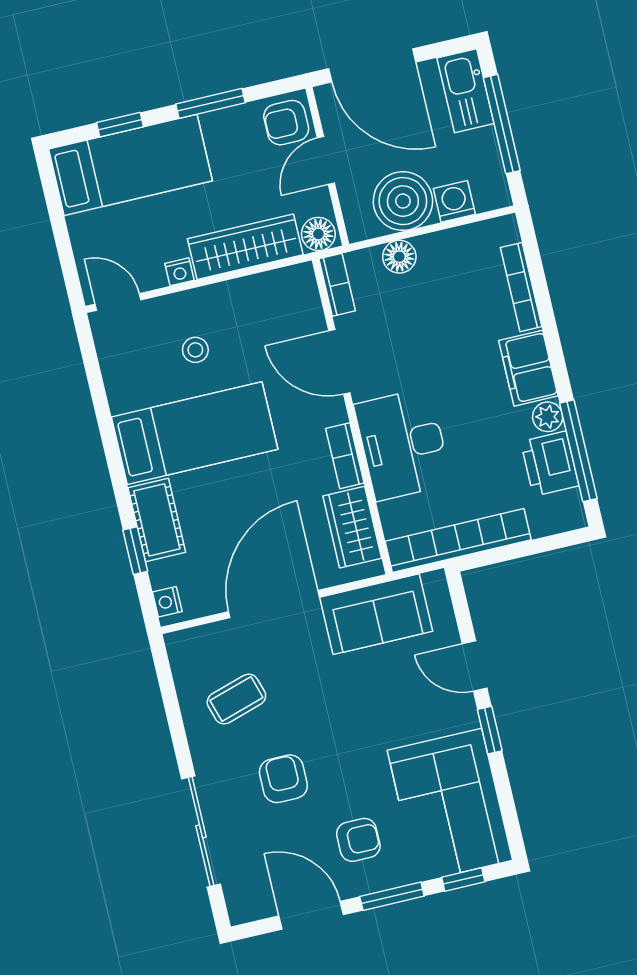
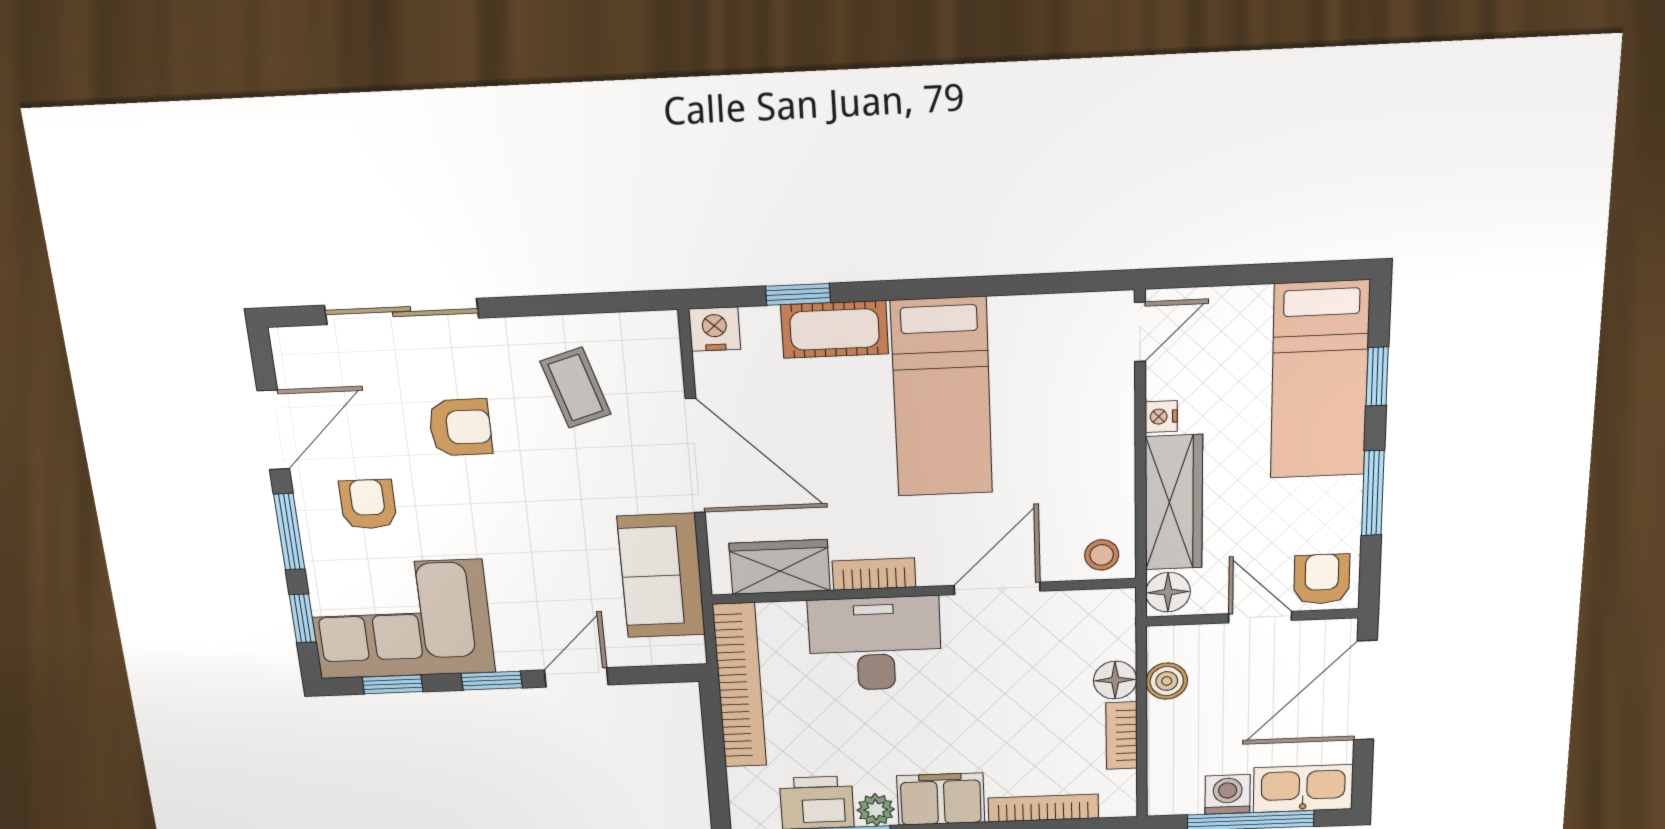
boiler: (403, 201) -> (1167, 681), width x0.54, depth x0.54
washing machine: (454, 201) -> (1228, 794), moved, turned -90
bookcase: (337, 285) -> (1122, 736), moved, turned 90
stool: (195, 350) -> (1102, 555), moved
nightstand: (167, 602) -> (715, 329), width x1.39, depth x1.35
window: (507, 806) -> (393, 684), added
armchair: (358, 840) -> (368, 504), turned 180

